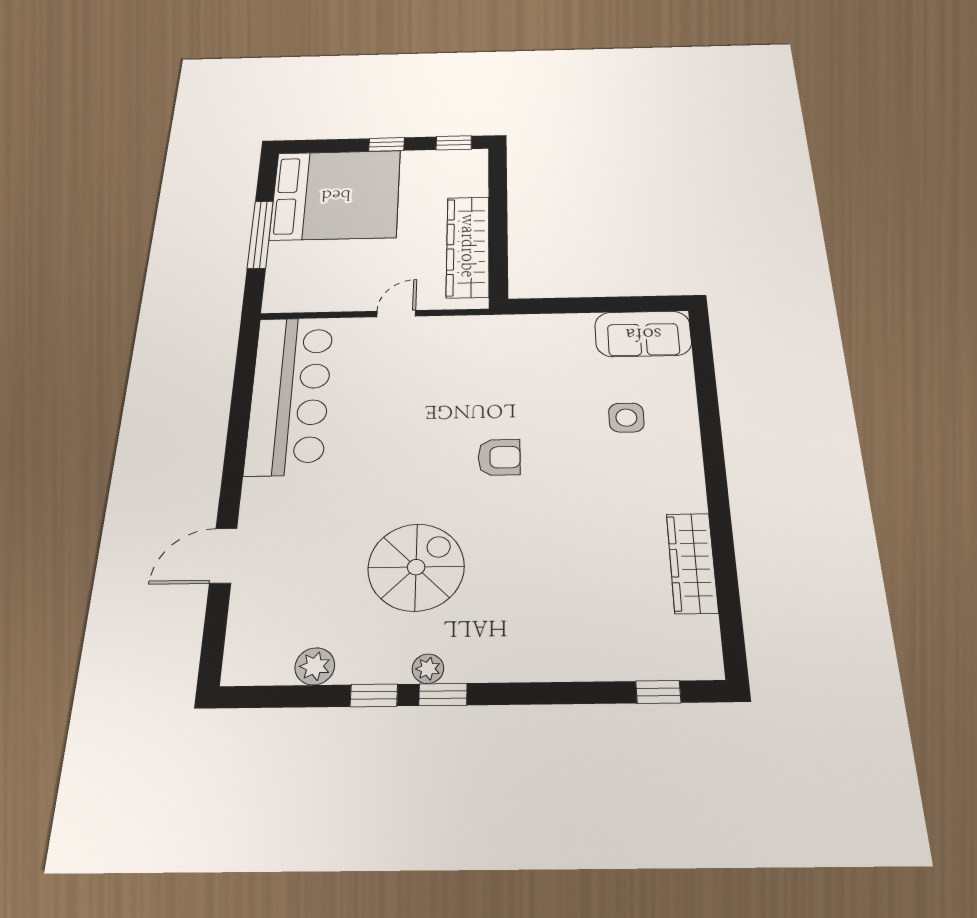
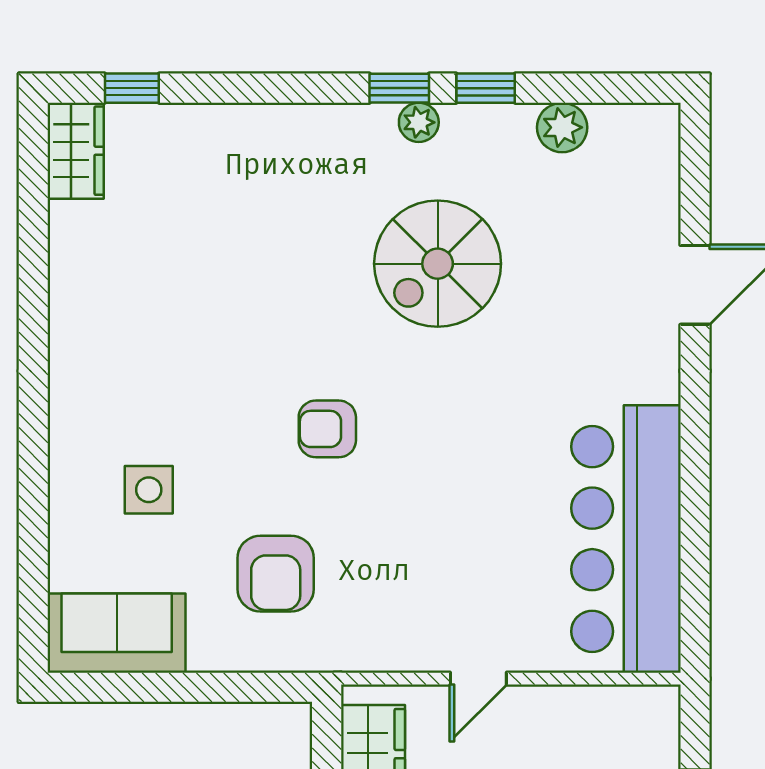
armchair: (534, 370) -> (276, 574), added
wardrobe: (692, 563) -> (76, 151), moved, width x0.67

